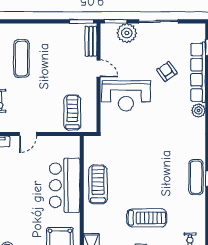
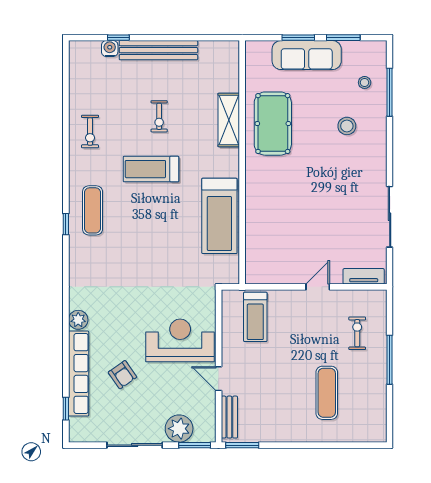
exercise mat: (196, 177) -> (93, 210), moved
treadmill: (98, 184) -> (219, 216), width x1.37, depth x1.38
bar counter: (65, 185) -> (266, 215), removed

